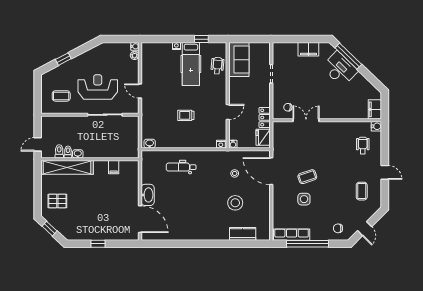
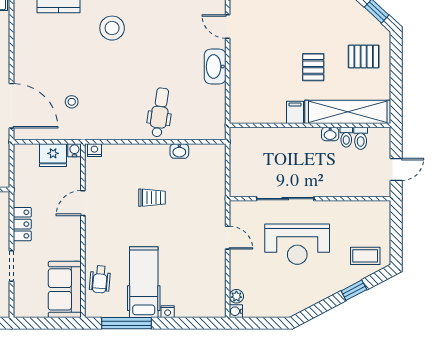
window: (201, 39) -> (127, 323), width x2.17
coffee table: (61, 96) -> (365, 256), moved
locker: (265, 117) -> (22, 224), moved
fridge: (263, 137) -> (53, 155), moved, turned 90
door: (38, 144) -> (396, 169), moved
washbasin: (150, 144) -> (179, 151), moved
filing cabinet: (114, 167) -> (295, 112), moved
dental chair: (181, 167) -> (160, 112), turned -82
pallet: (88, 195) -> (313, 67), added
stool: (235, 203) -> (112, 28), moved
door: (140, 219) -> (228, 27), width x0.53

